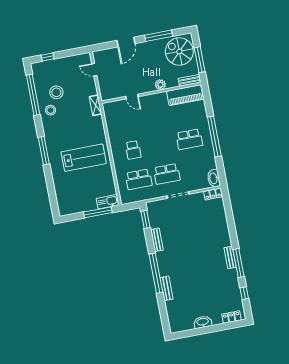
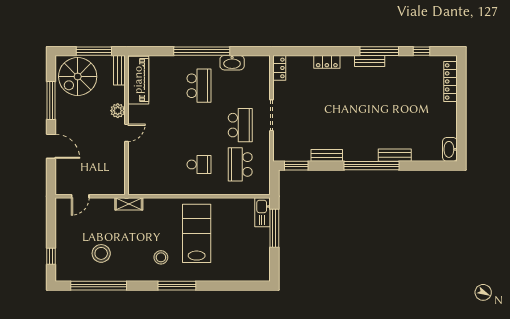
door: (132, 97) -> (126, 133), moved
stool: (51, 110) -> (161, 257), moved
washbasin: (214, 178) -> (232, 63), moved
school desk: (139, 179) -> (240, 164), turned 180
locker: (224, 227) -> (327, 62), added
locker: (231, 317) -> (451, 81), width x1.53
washbasin: (203, 322) -> (450, 149), moved

